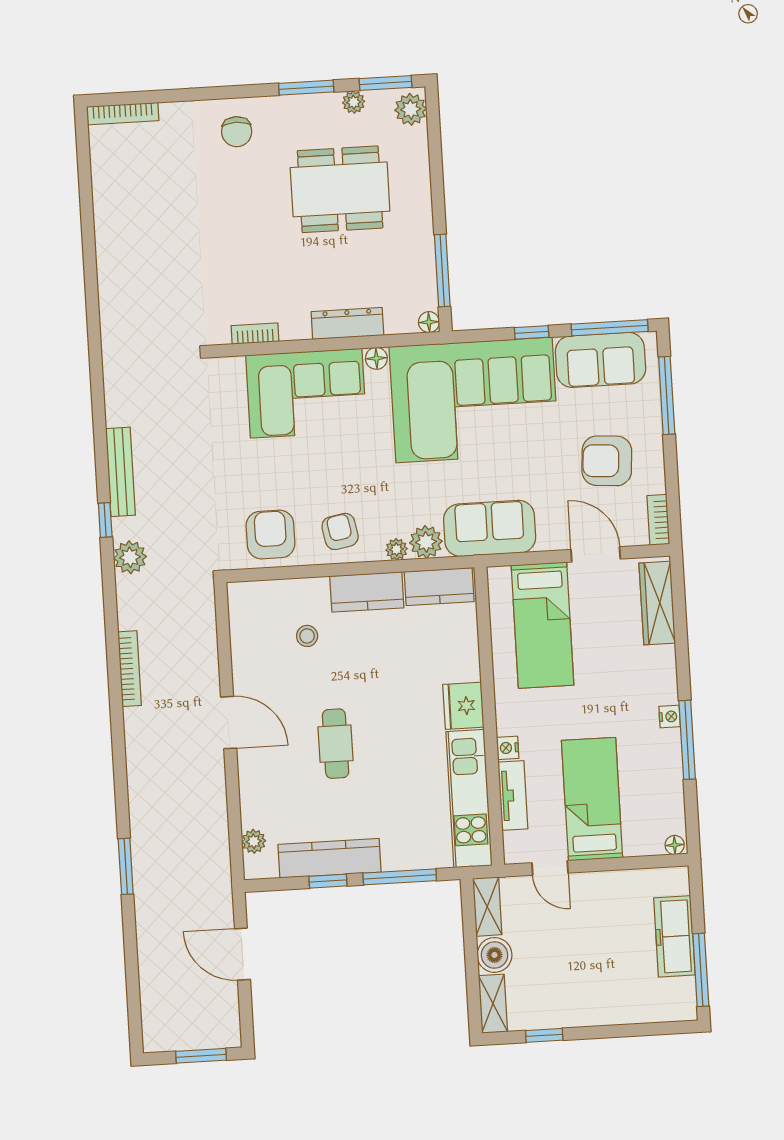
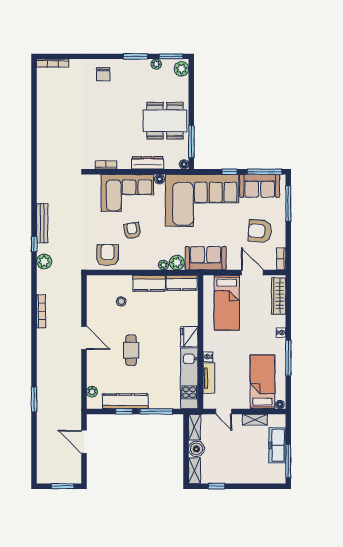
dining table: (340, 189) -> (165, 121), moved
armchair: (340, 531) -> (132, 230), moved
nightstand: (670, 717) -> (281, 333), moved
bed: (592, 799) -> (262, 382), moved
shelving: (621, 882) -> (255, 420), added

